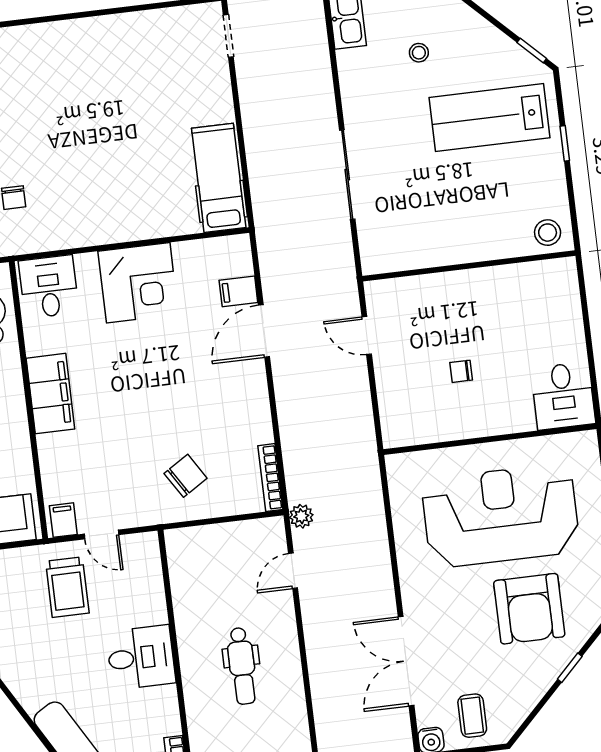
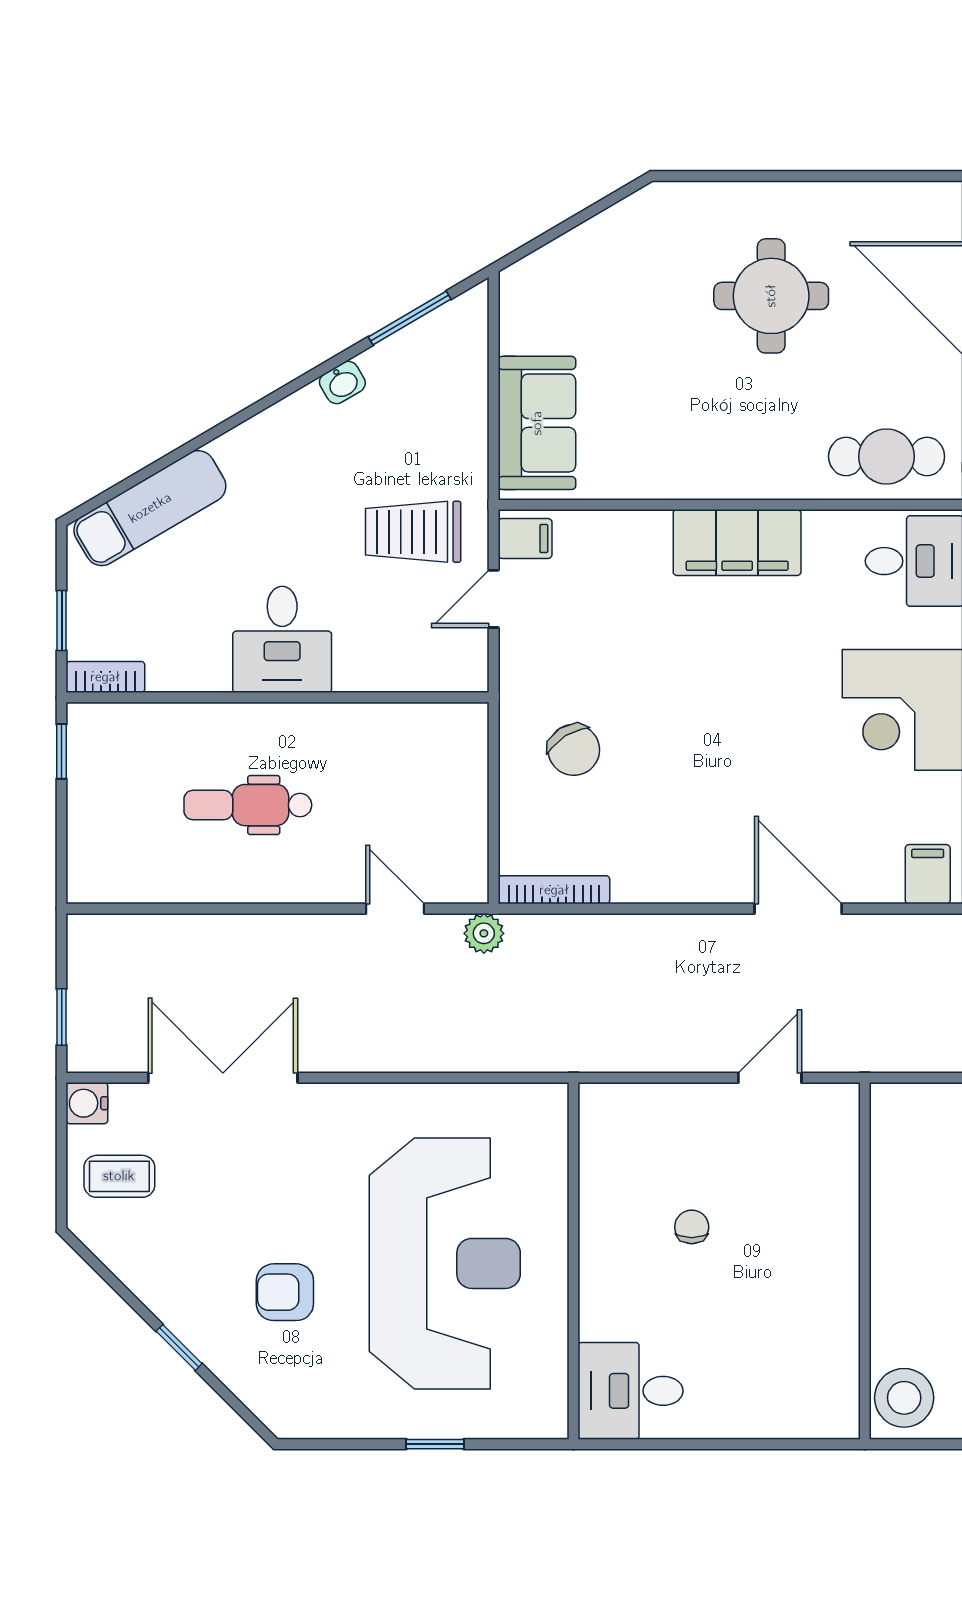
stool: (548, 233) -> (904, 1398), width x1.38, depth x1.38
filing cabinet: (238, 291) -> (928, 874), moved
armchair: (529, 609) -> (285, 1292), width x0.53, depth x0.53

